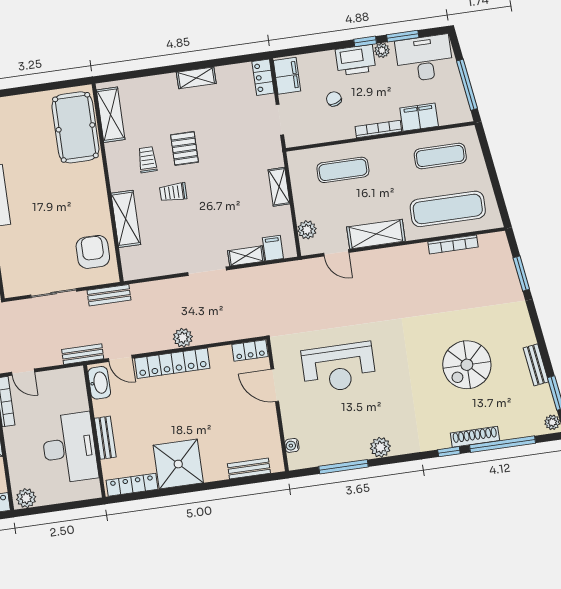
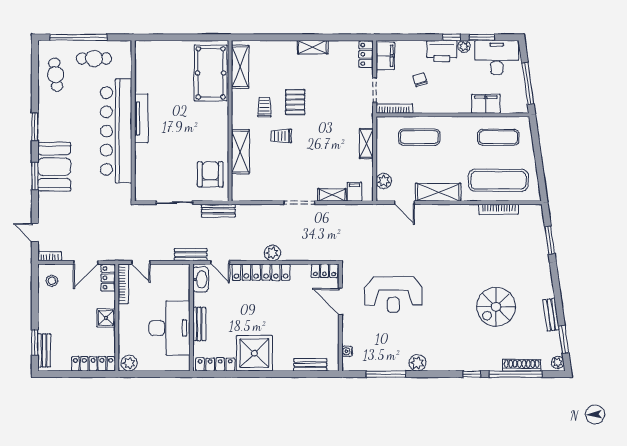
bookcase: (378, 129) -> (394, 109), moved
shoe rack: (475, 437) -> (522, 365), moved

